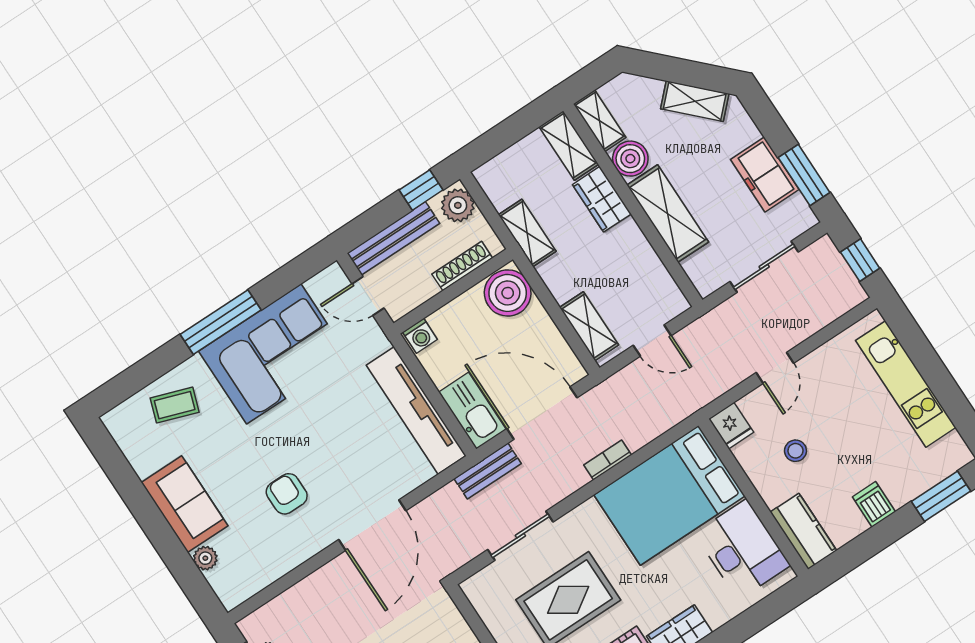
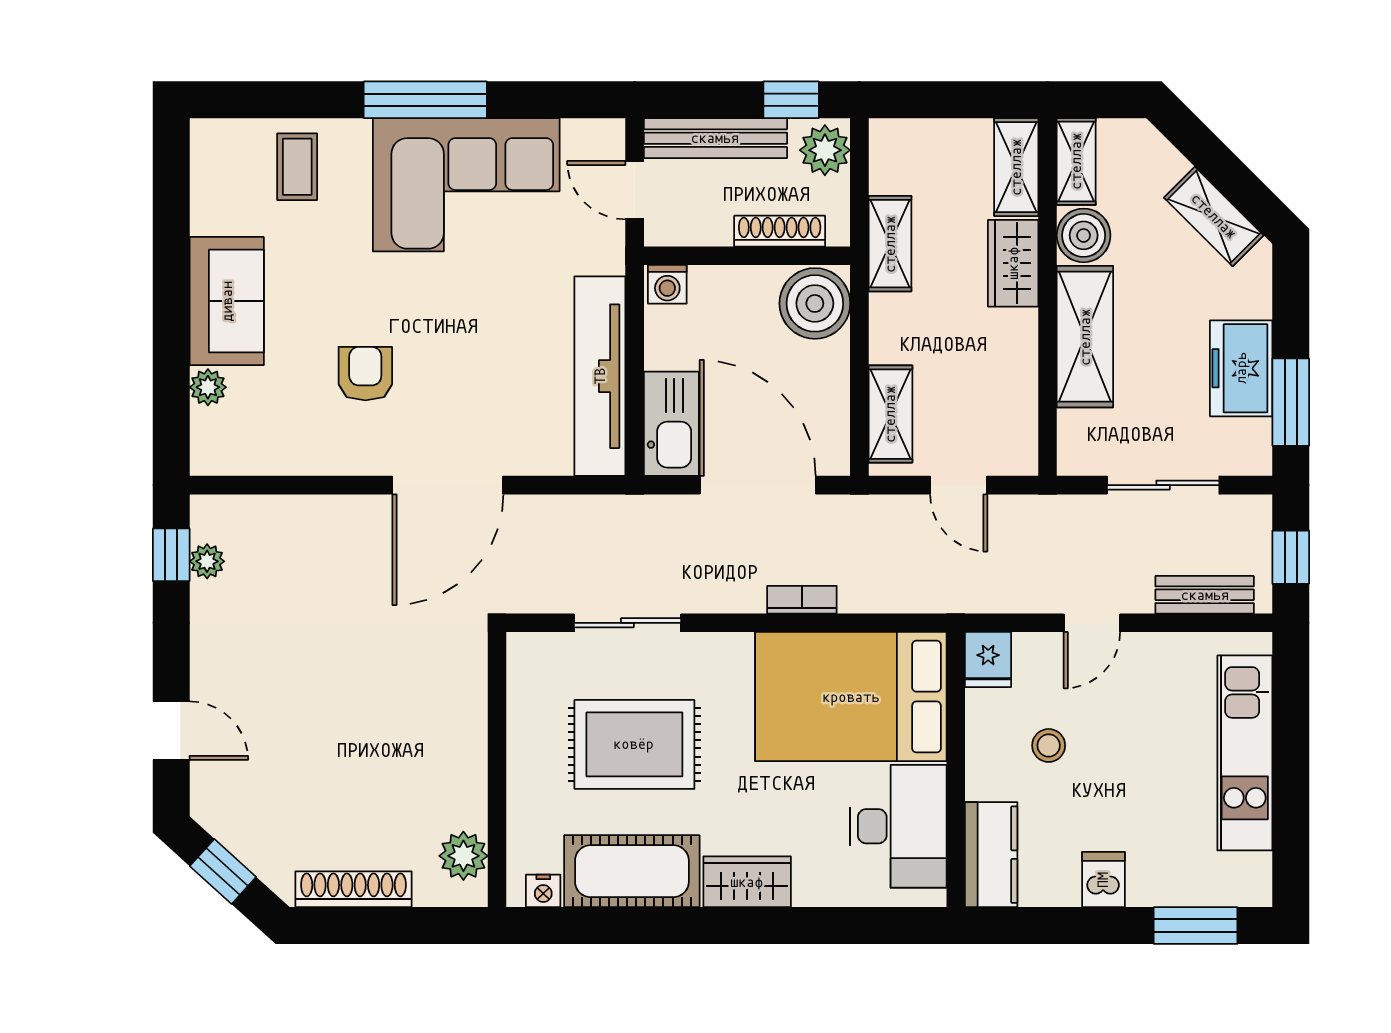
coffee table: (175, 405) -> (297, 167), turned 71
bench: (488, 471) -> (1205, 595), moved

